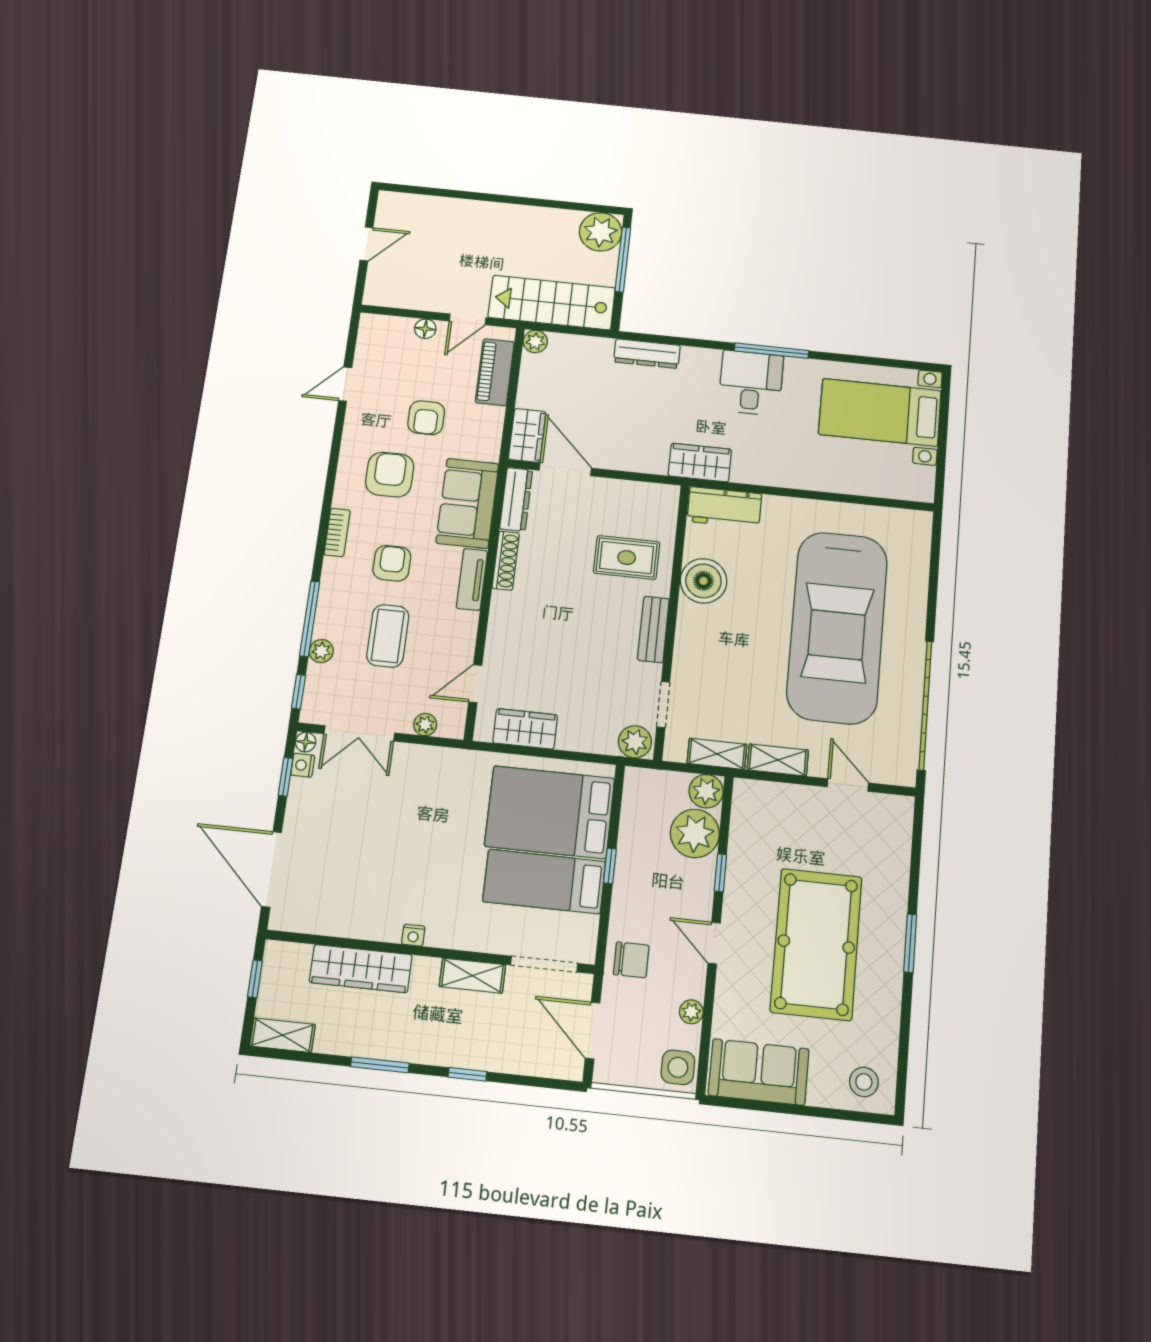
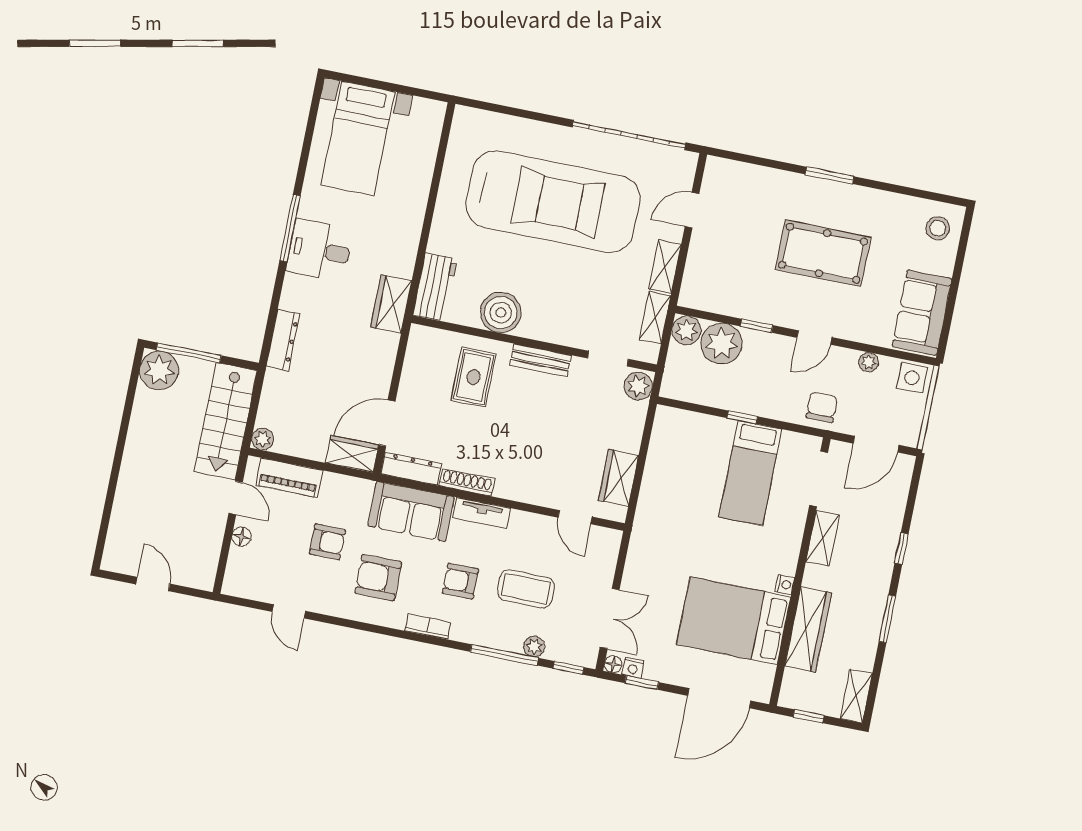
plant: (425, 725) -> (607, 562), removed
bed: (550, 812) -> (734, 621), moved, turned 90
pool table: (816, 944) -> (823, 253), width x0.73, depth x0.76

